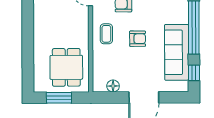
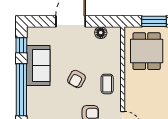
armchair: (138, 39) -> (77, 79), turned -61
sofa: (177, 52) -> (38, 66), width x0.73

